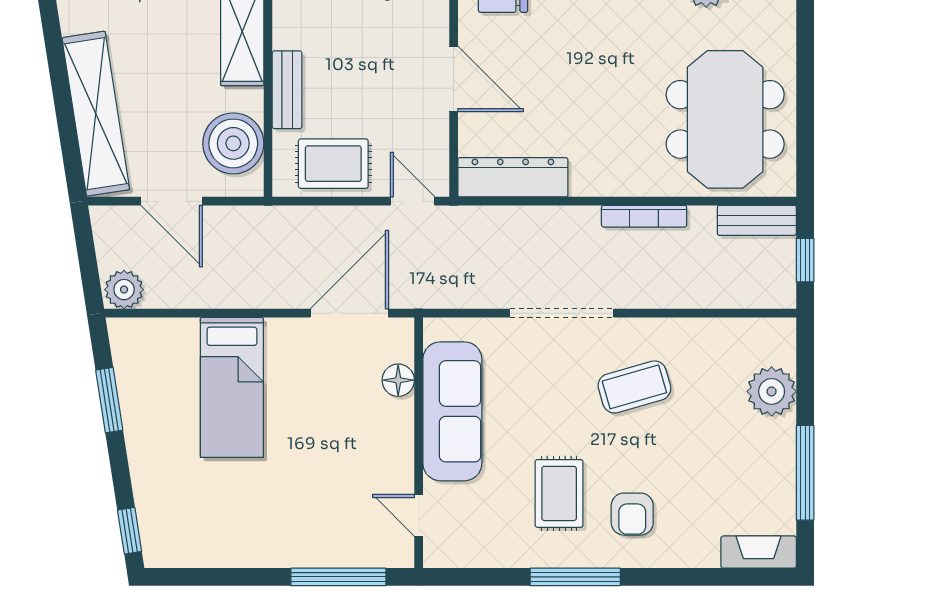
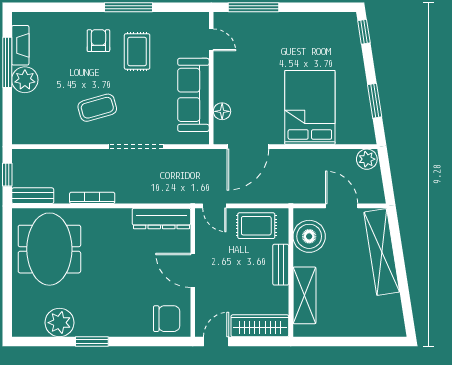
bed: (232, 387) -> (310, 107), width x1.50
plant: (772, 391) -> (25, 80), moved
fireplace: (759, 552) -> (20, 45), moved, turned -90

